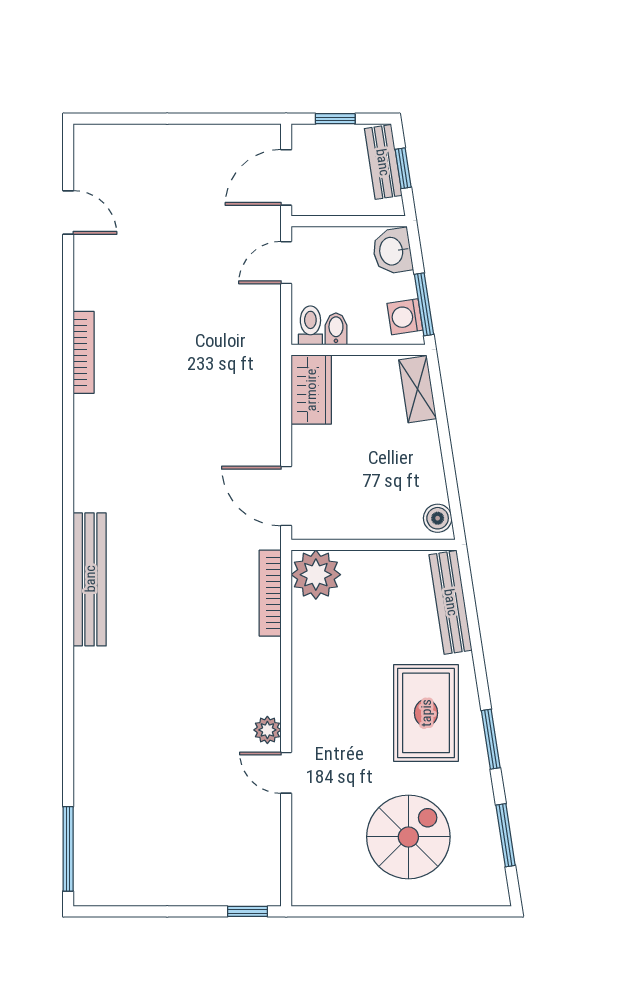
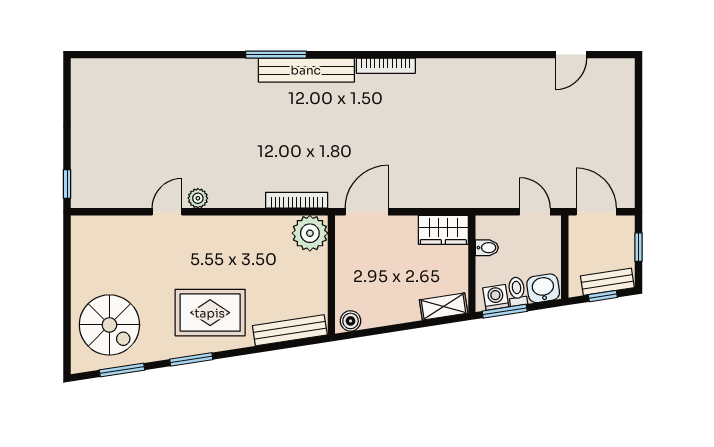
toilet: (310, 325) -> (517, 291), moved, turned -99
bookcase: (84, 352) -> (386, 66), moved
spiral stairs: (408, 837) -> (109, 325), moved
window: (68, 849) -> (276, 55), moved

